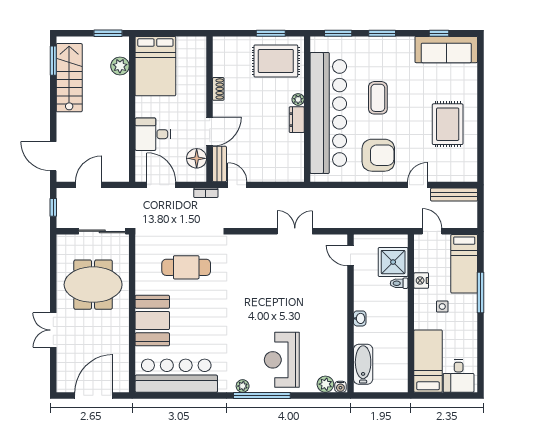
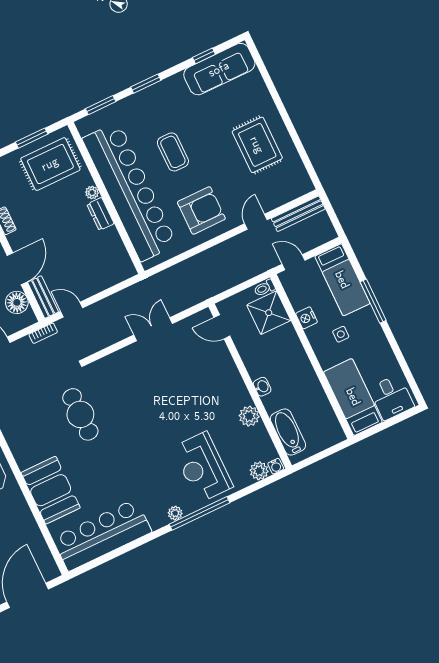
cafe table: (186, 267) -> (80, 414), moved, turned 90
toilet: (399, 283) -> (265, 288), moved
plant: (338, 337) -> (249, 416), added

